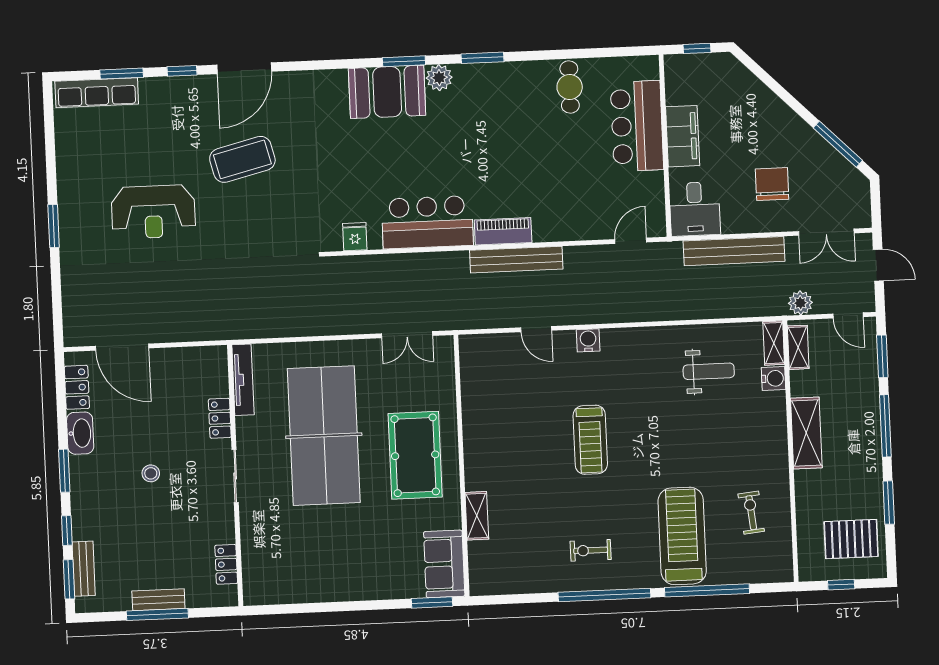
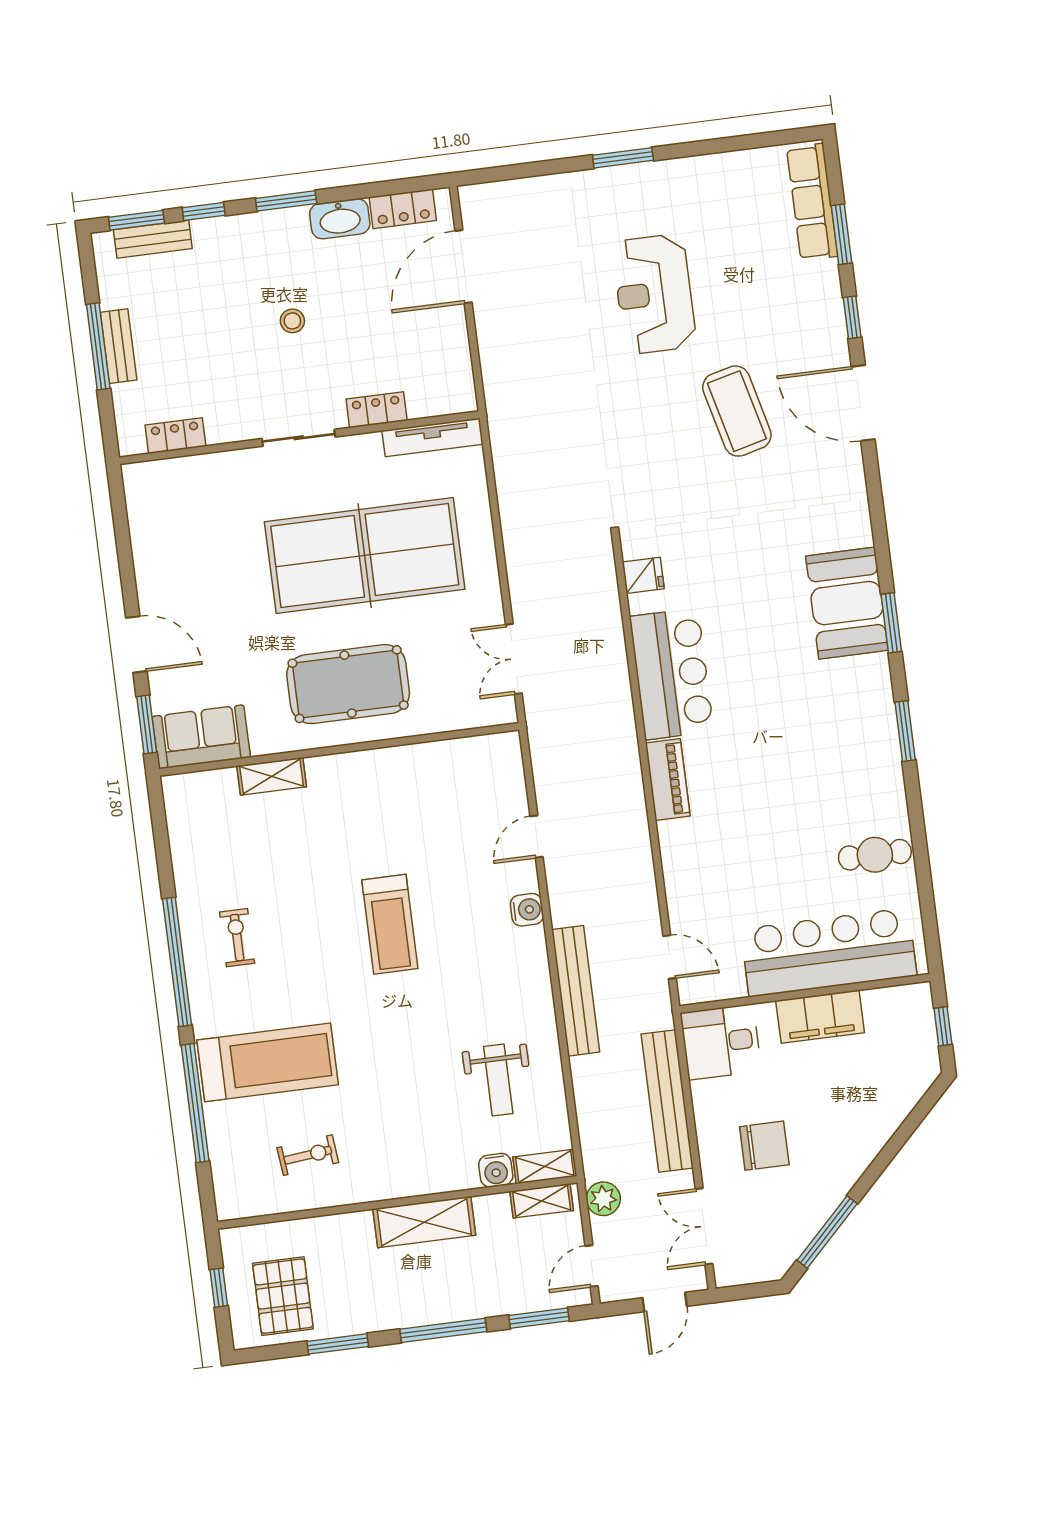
plant: (439, 78) -> (873, 673), removed
bar counter: (637, 126) -> (829, 952), width x1.36
bench: (516, 260) -> (576, 991), moved
treadmill: (590, 440) -> (390, 924), turned -90
door: (374, 605) -> (136, 644), added

